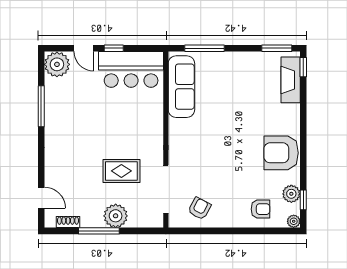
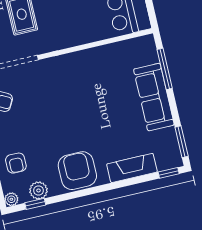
fireplace: (291, 80) -> (132, 168), moved
sofa: (181, 87) -> (154, 97), moved, turned 90

